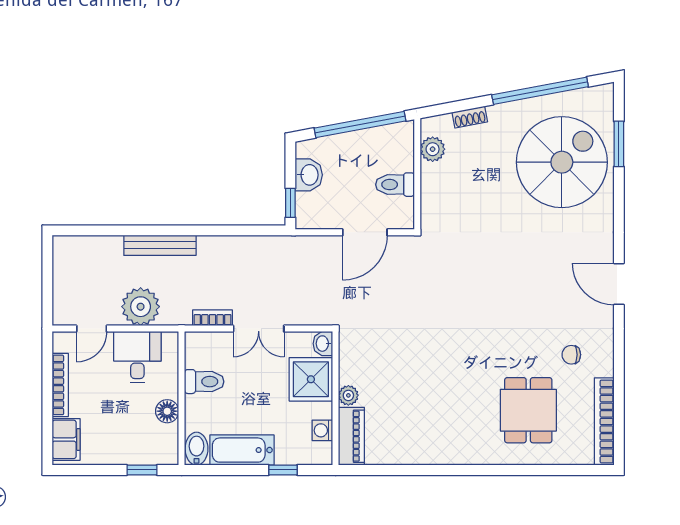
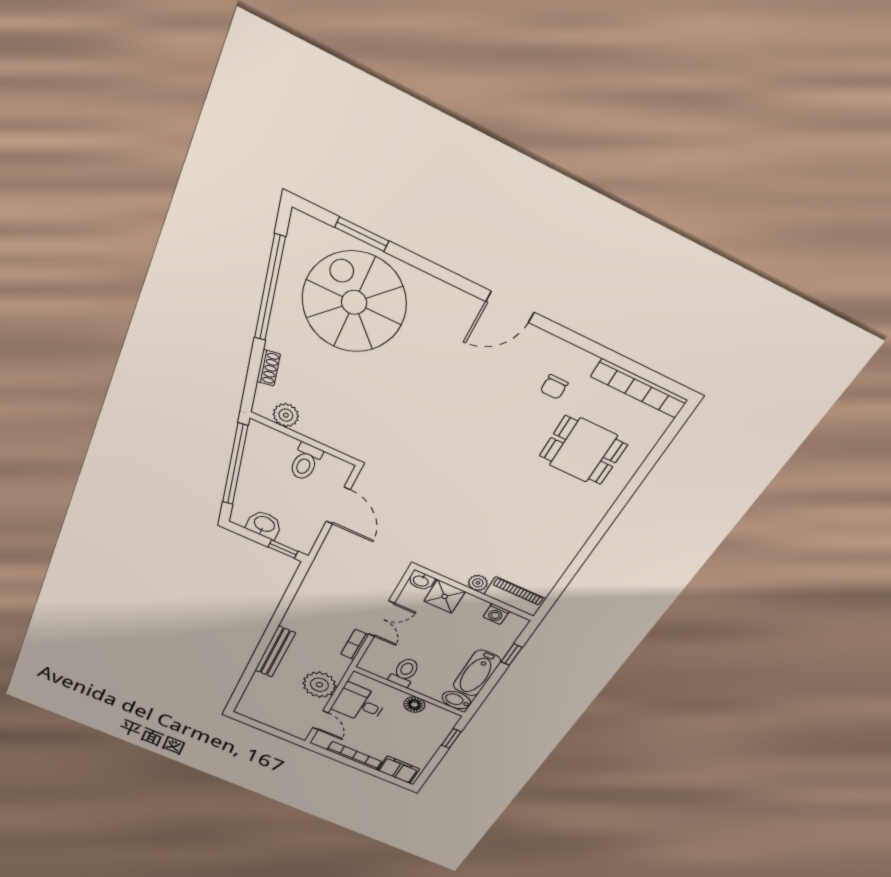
shower: (311, 379) -> (445, 596), width x0.73, depth x0.73

